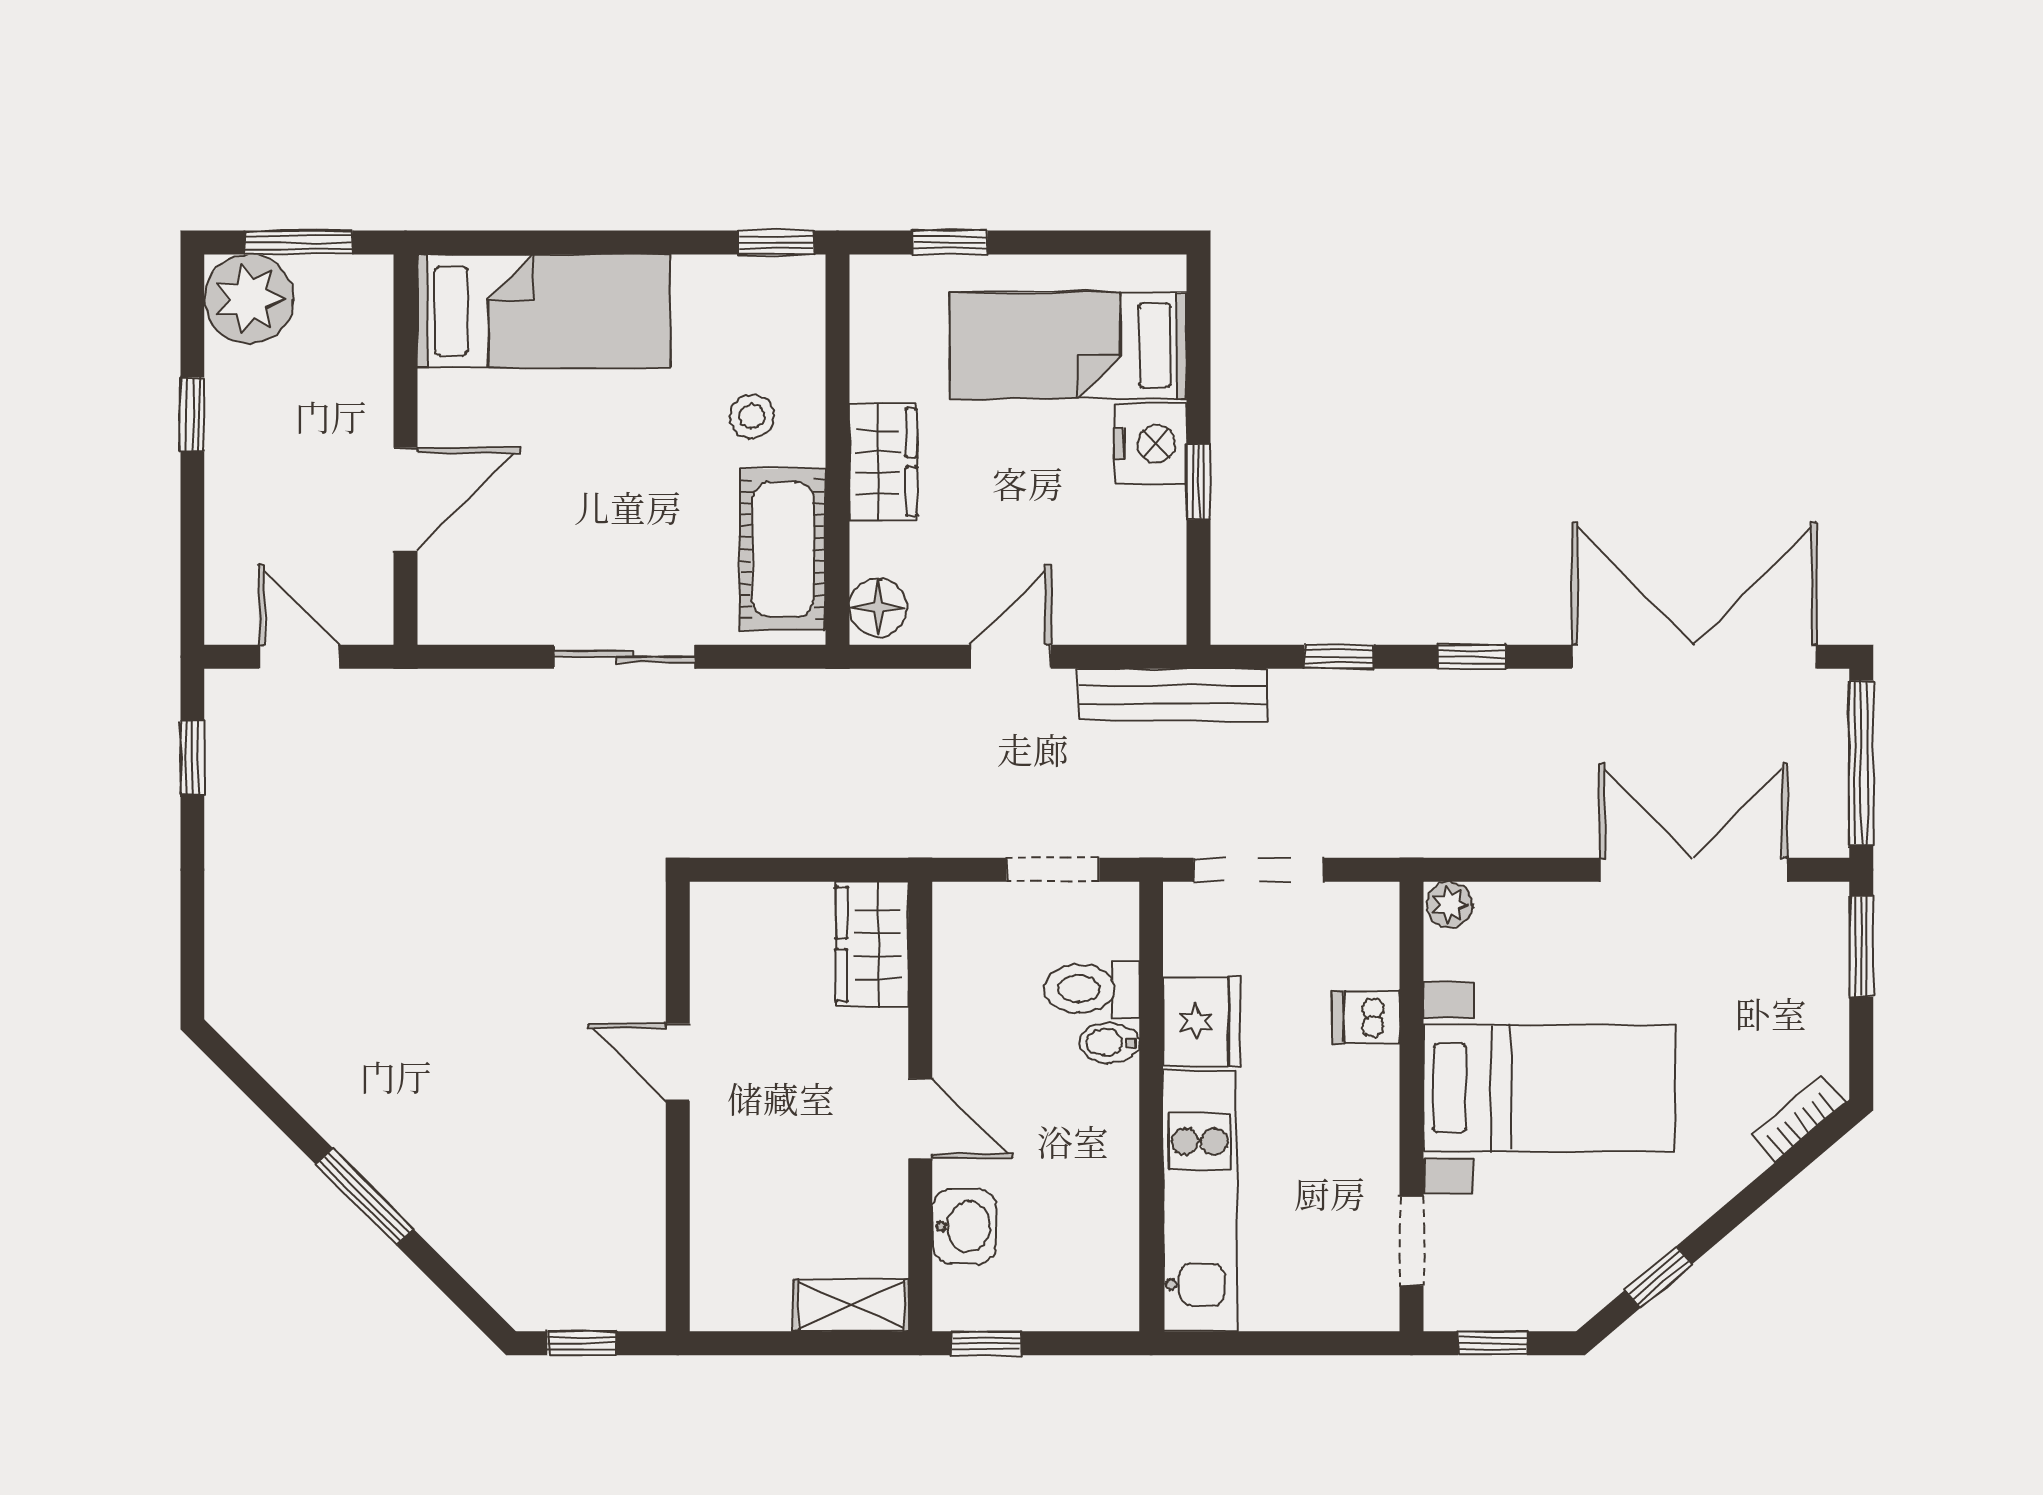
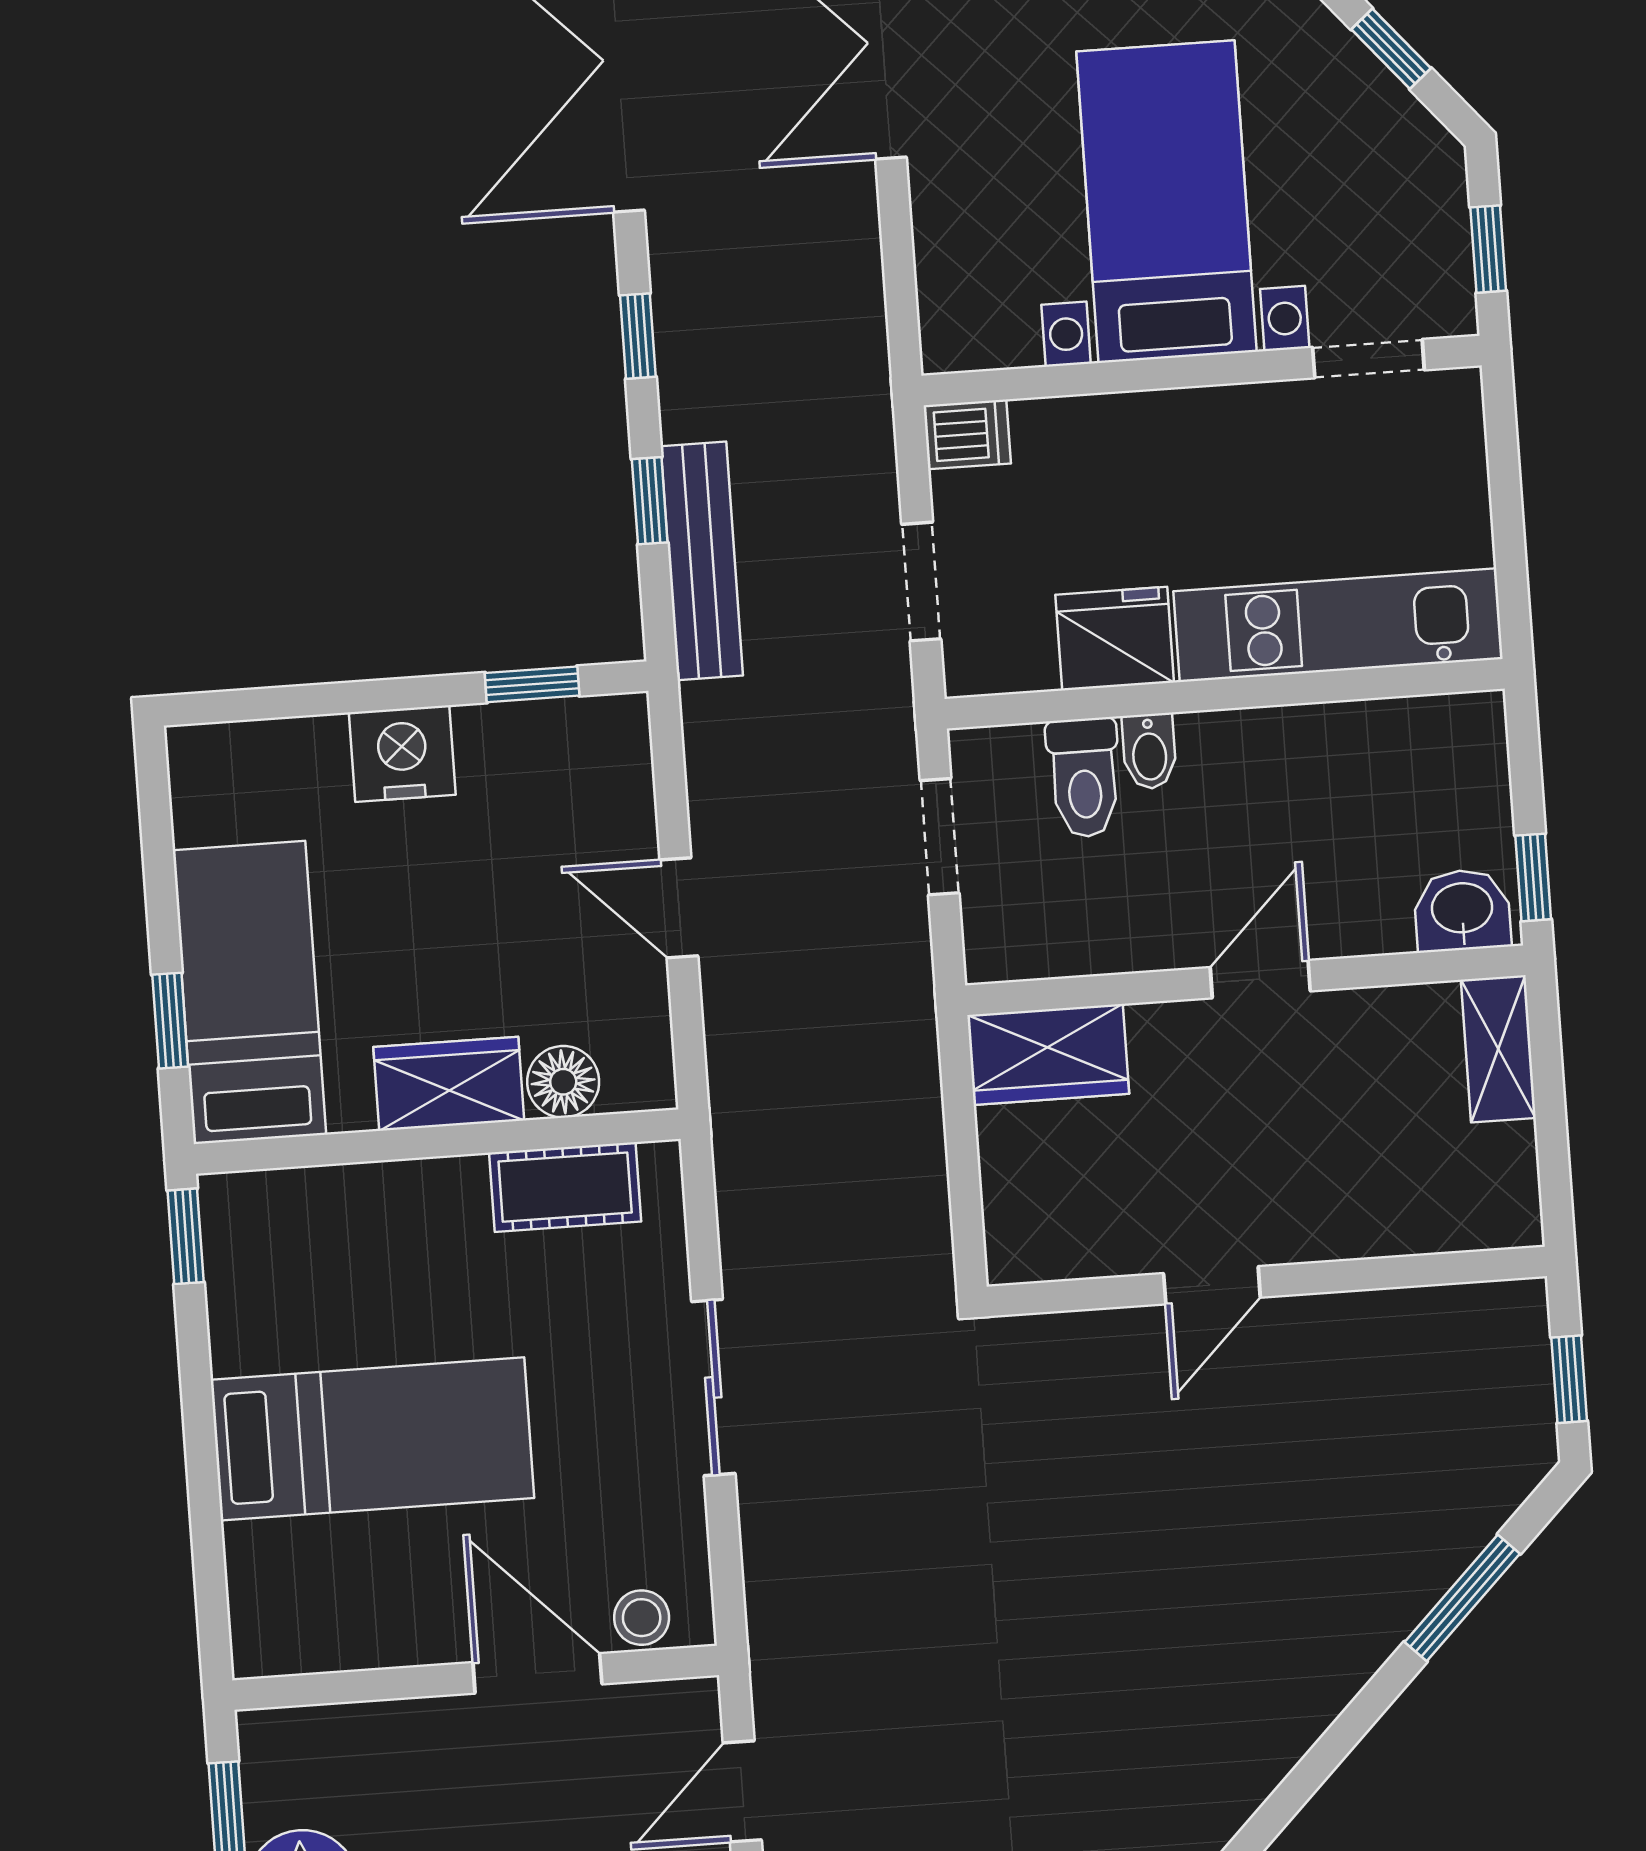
bed: (544, 311) -> (372, 1439), moved, turned 90
bed: (1068, 345) -> (249, 992), moved, turned 180
stool: (752, 416) -> (642, 1618), moved
window: (1198, 482) -> (532, 684), moved
cot: (783, 549) -> (565, 1187), width x0.73, depth x0.75
floor lamp: (878, 608) -> (563, 1082), moved
bench: (1172, 695) -> (702, 561), moved
doorway: (1258, 870) -> (921, 582), width x0.73
plant: (1450, 905) -> (948, 341), removed
dishwasher: (1366, 1017) -> (967, 434), moved, turned -90
window: (365, 1197) -> (1462, 1598), moved
washbasin: (964, 1226) -> (1462, 910), moved

